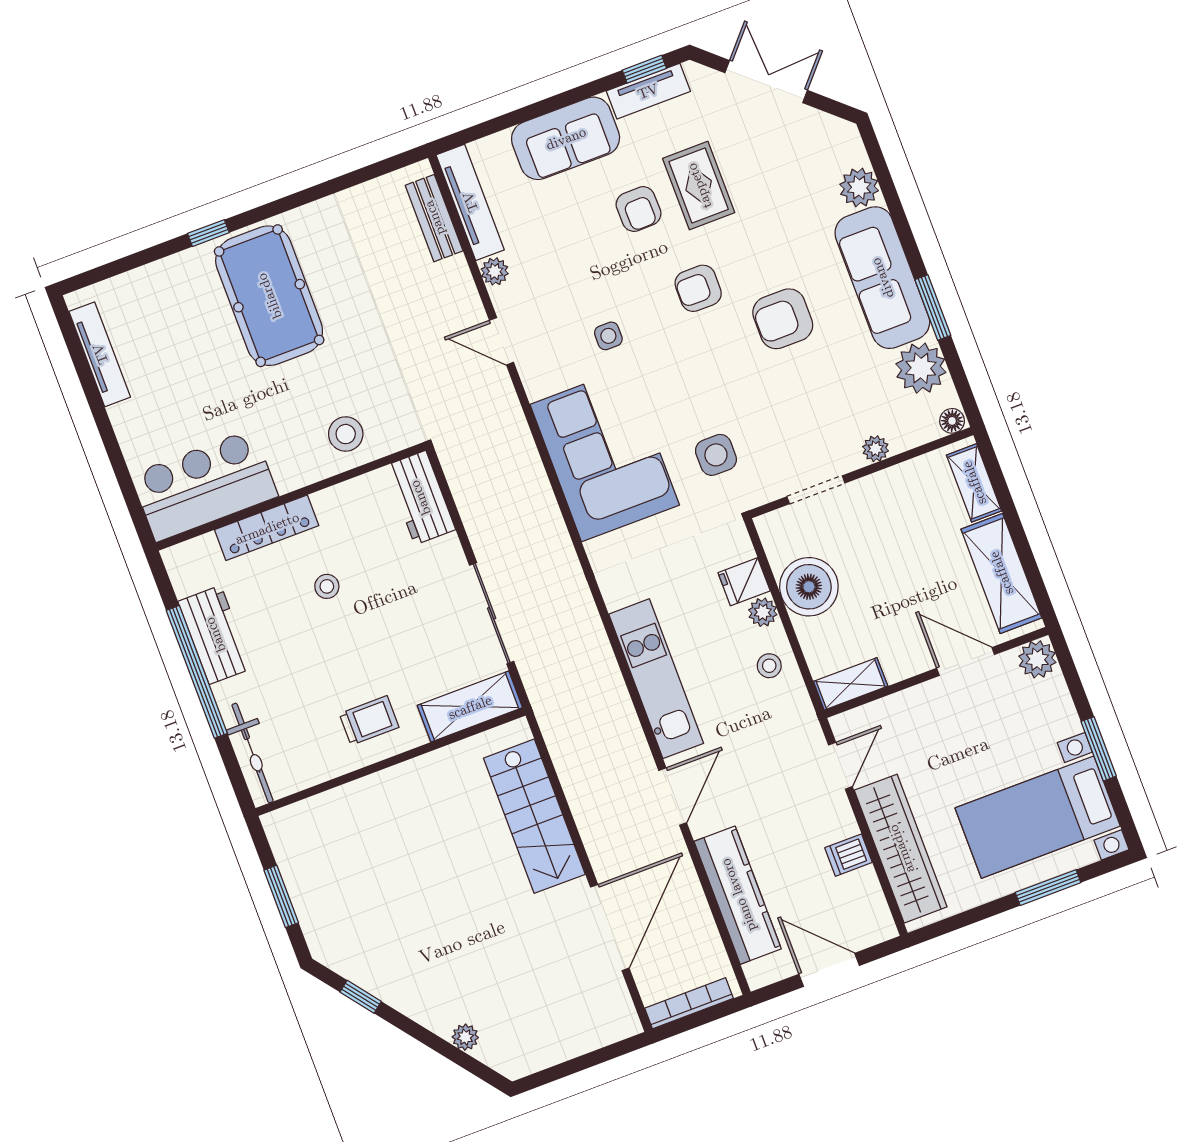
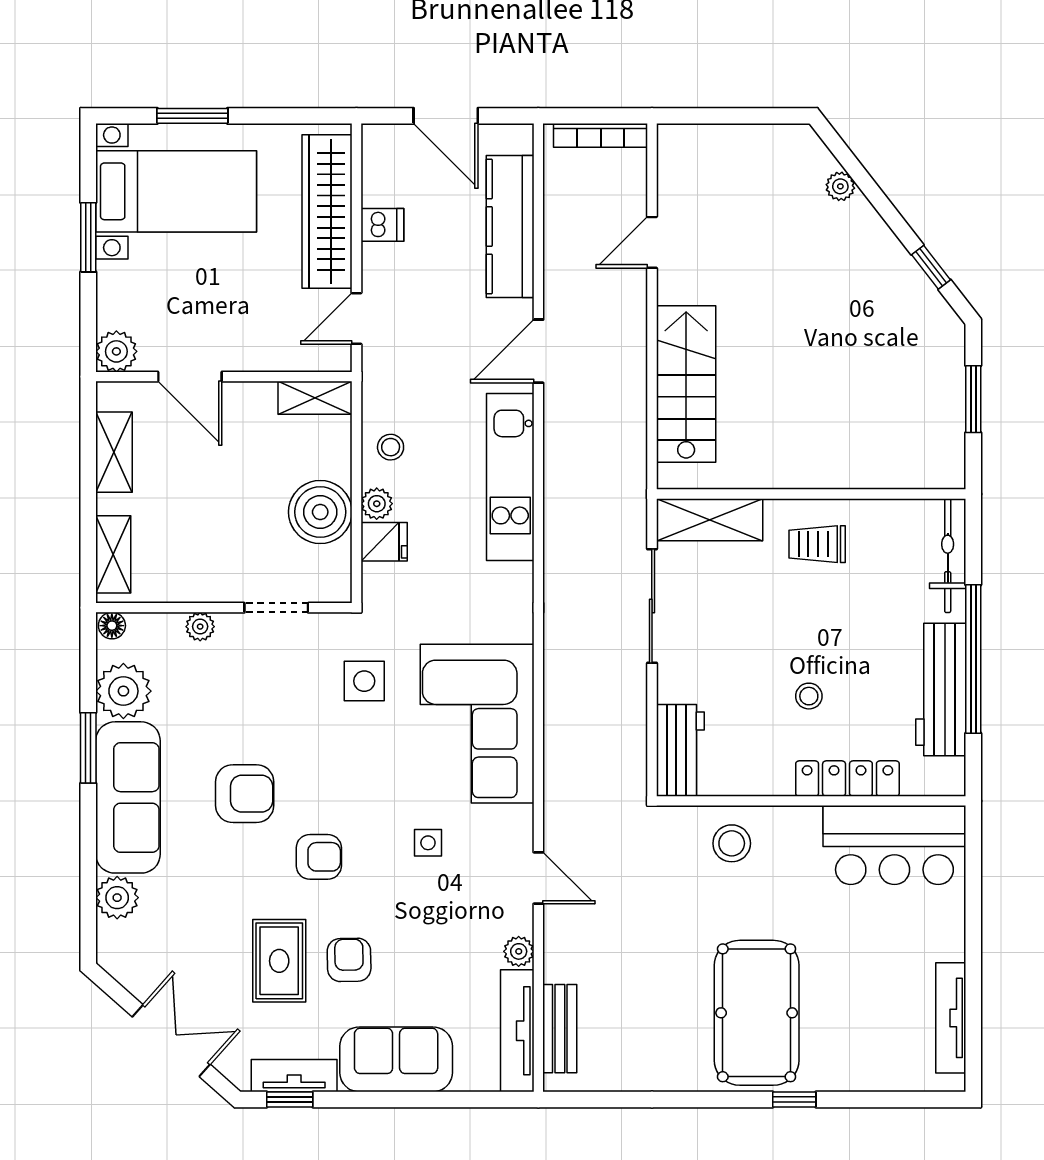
double door: (766, 82) -> (171, 1041), swing flipped
shelving: (1001, 573) -> (114, 452), width x0.67, depth x0.75
workbench: (215, 635) -> (941, 690), width x1.38
door: (610, 928) -> (652, 242), width x0.53

